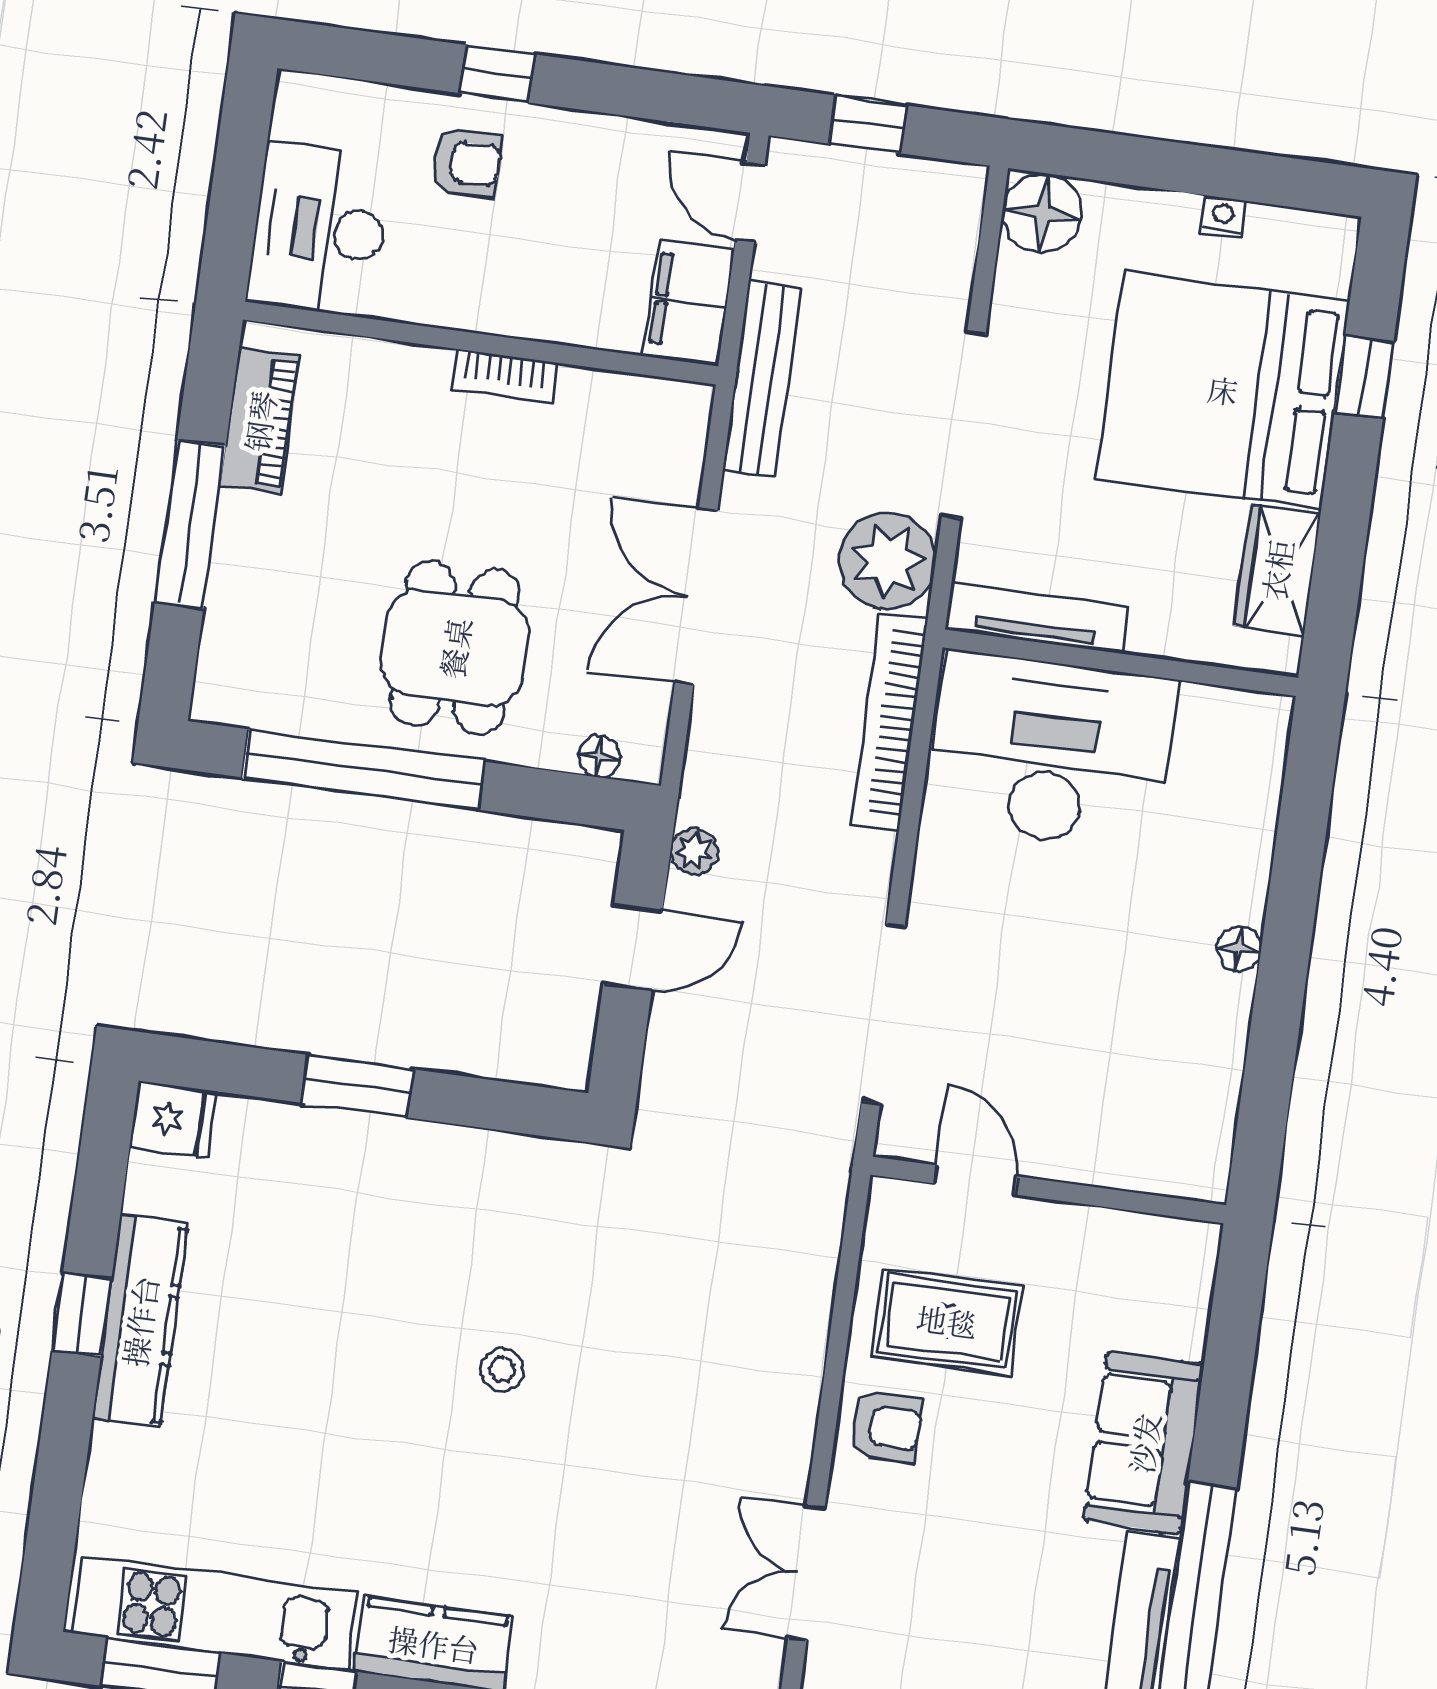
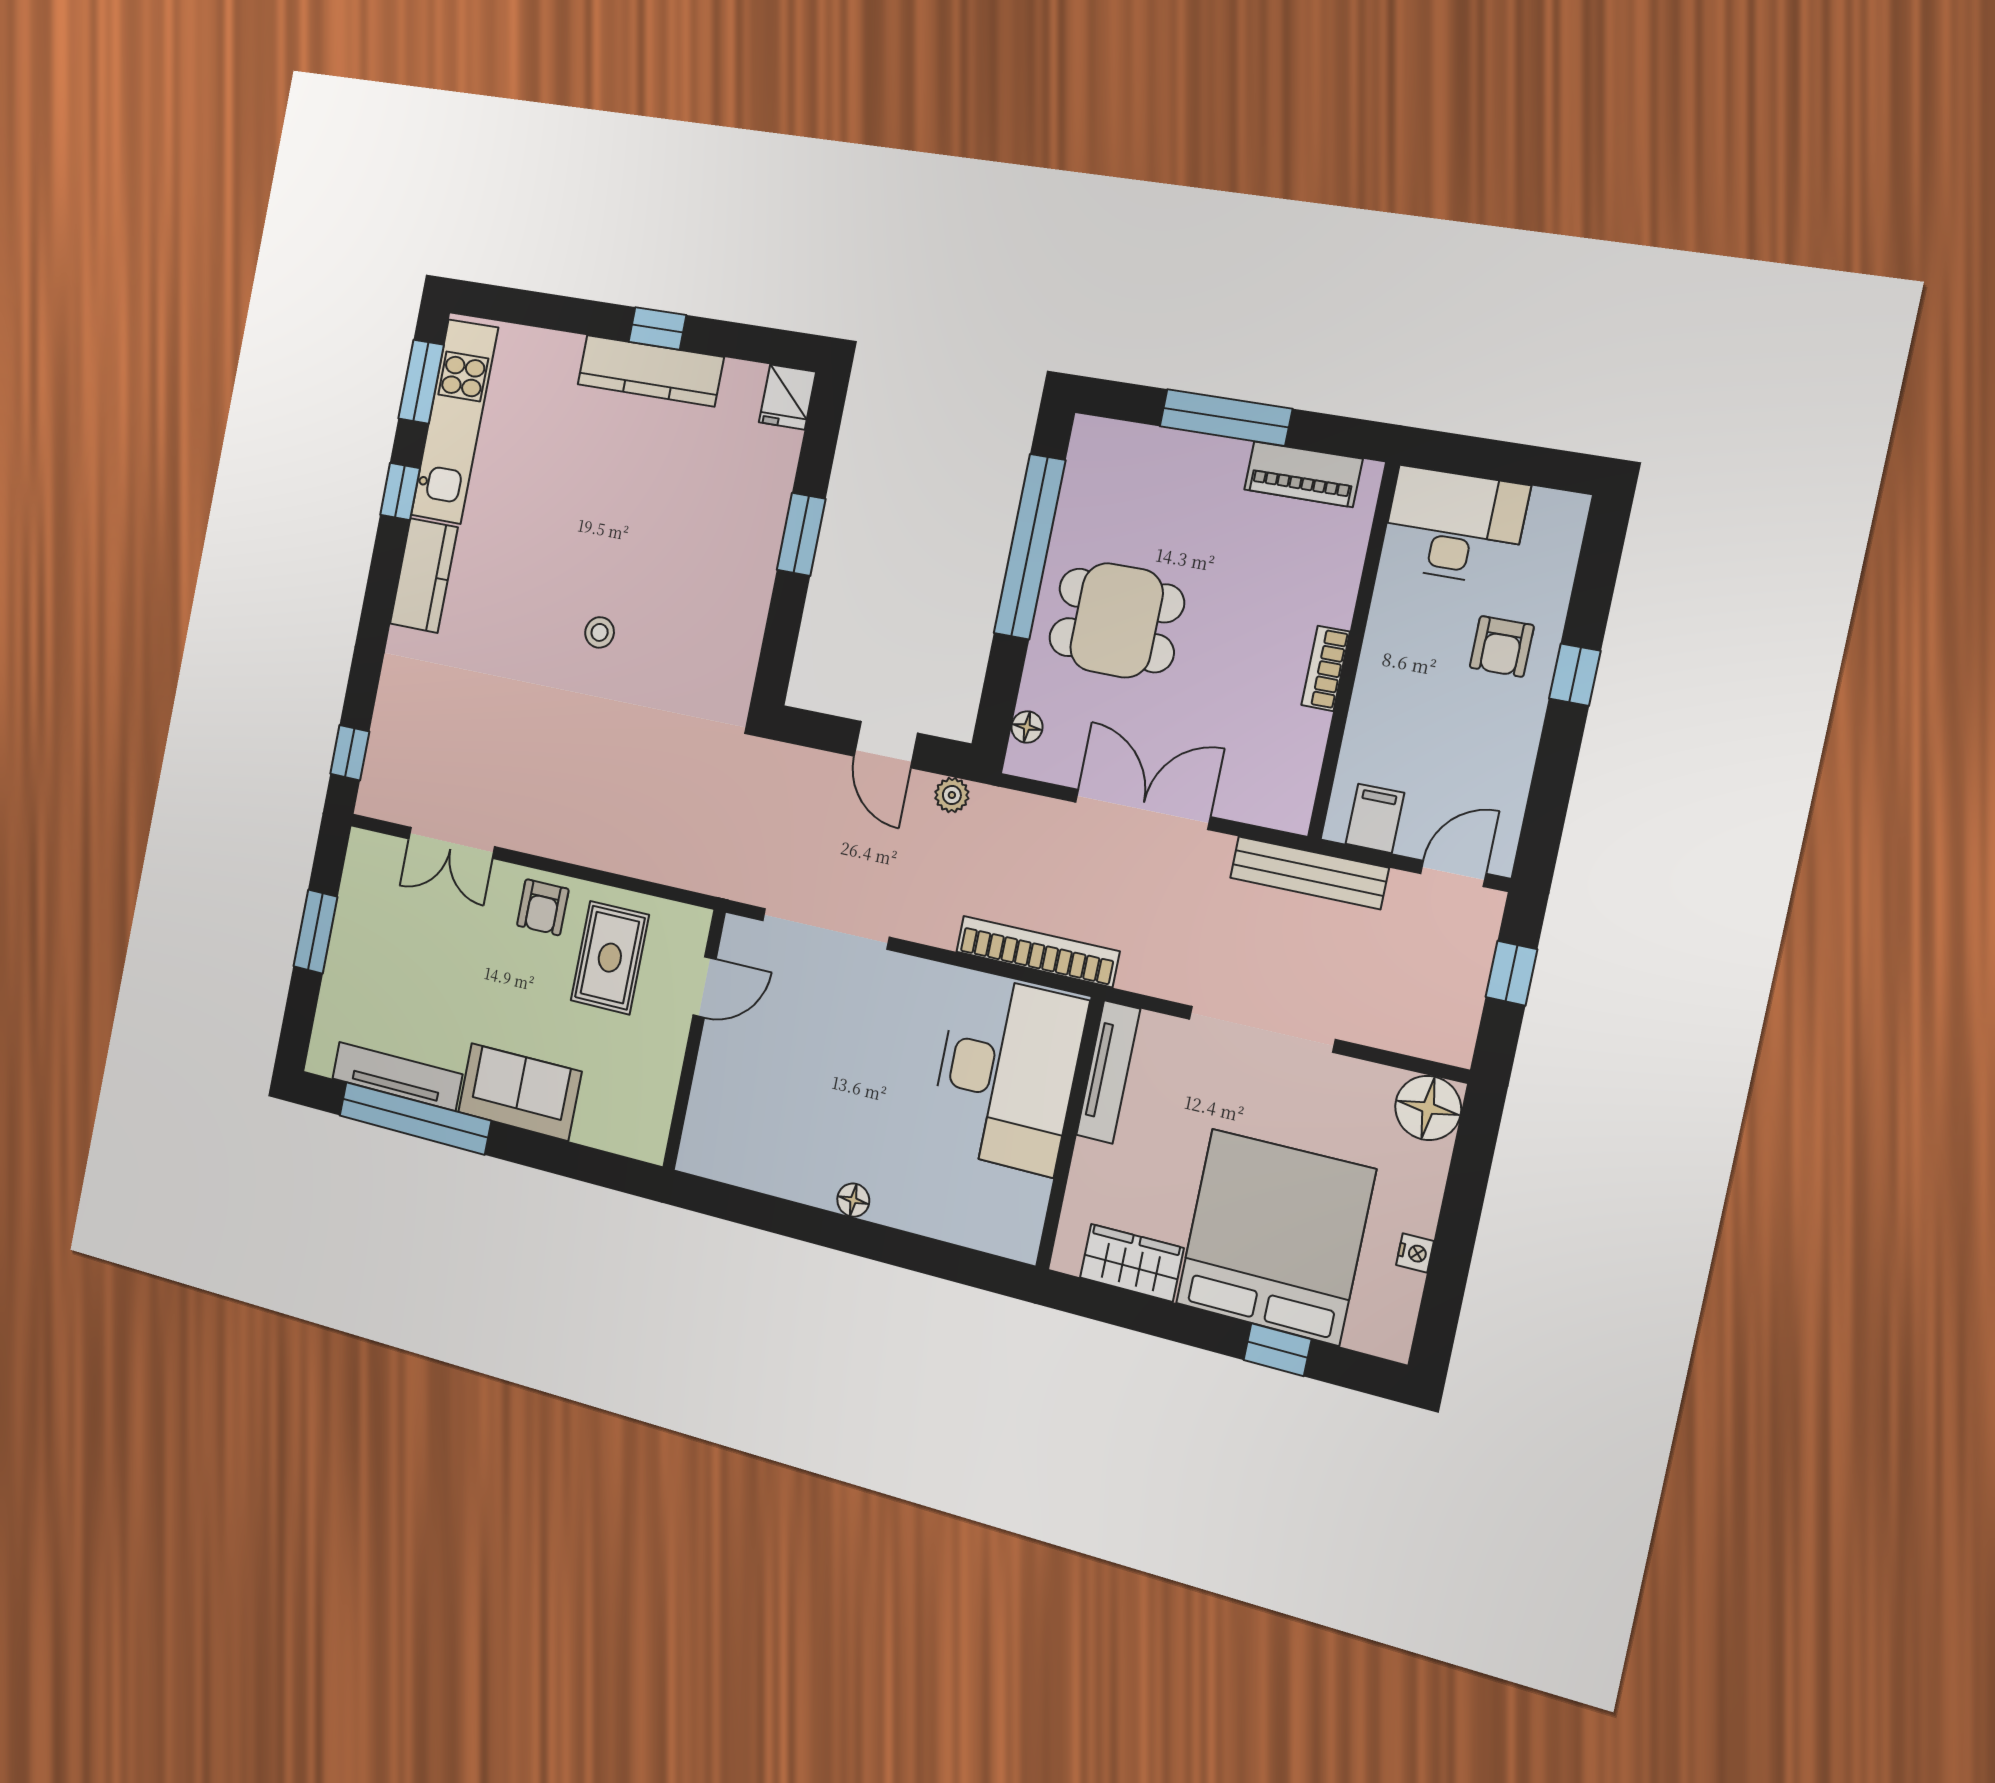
filing cabinet: (688, 302) -> (1375, 818), width x0.50
plant: (887, 561) -> (1160, 960), removed
double door: (806, 1573) -> (451, 843), swing flipped

